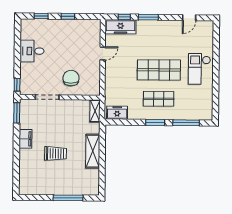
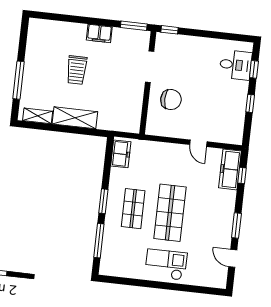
window: (148, 17) -> (236, 225), moved
desk: (32, 51) -> (236, 65), moved, turned 90
shelving: (95, 111) -> (38, 116), moved

